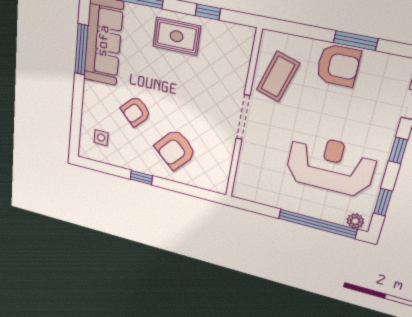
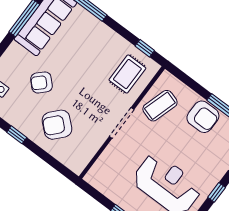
window: (208, 12) -> (145, 48), moved
rug: (177, 36) -> (127, 74), moved, turned 90

